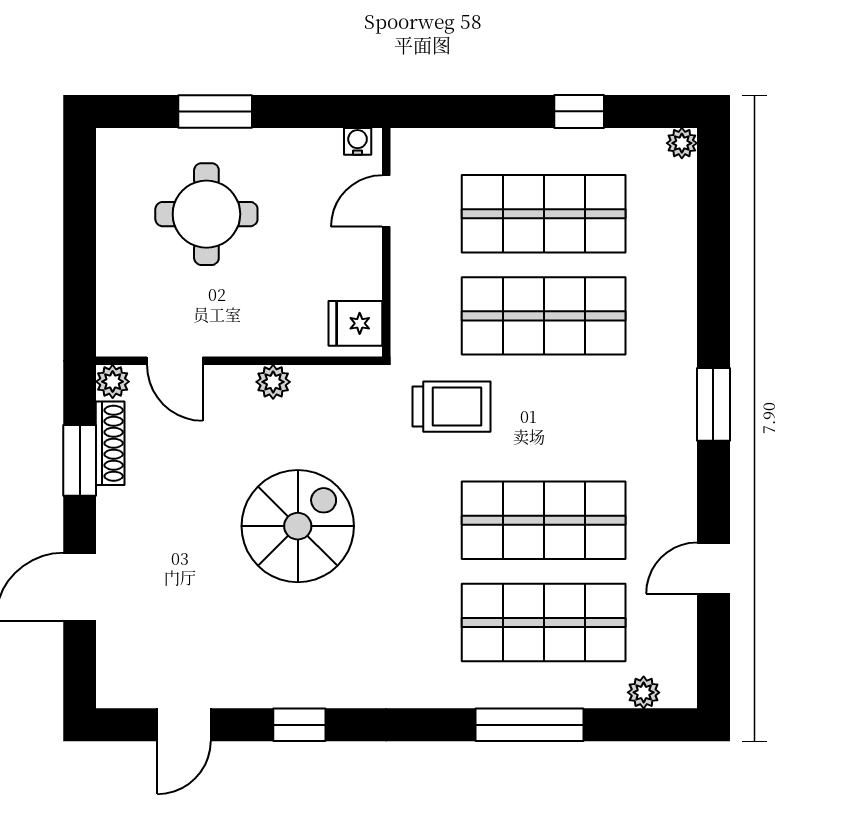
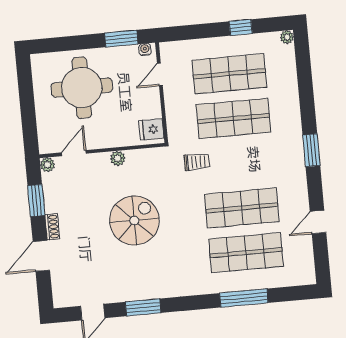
window: (215, 111) -> (121, 39), moved
round table: (206, 214) -> (82, 88), width x1.36, depth x1.36
door: (175, 361) -> (74, 153), swing flipped
trolley: (452, 407) -> (197, 162), width x0.73, depth x0.72
shoe rack: (110, 443) -> (52, 227), moved, width x0.70
plant: (644, 692) -> (292, 279), removed
window: (299, 725) -> (143, 307), width x1.50

